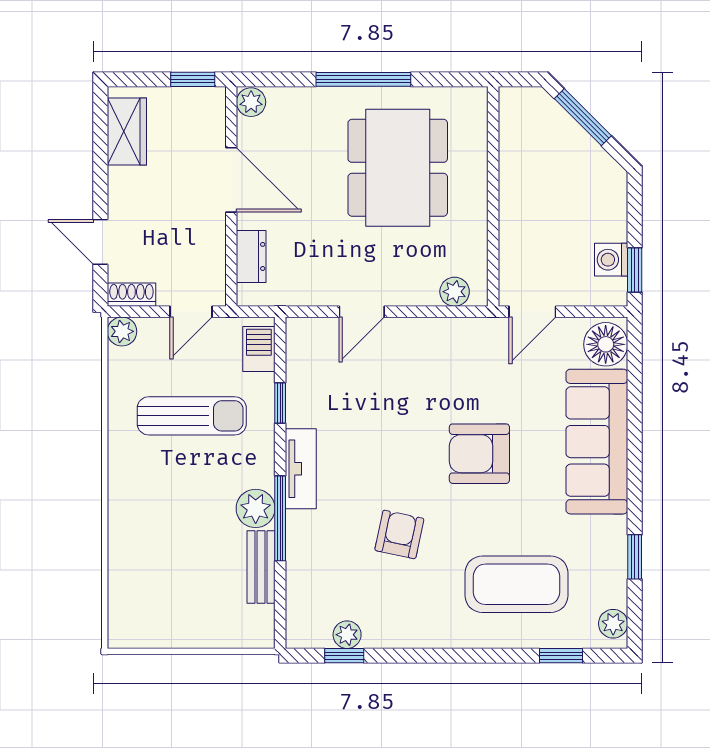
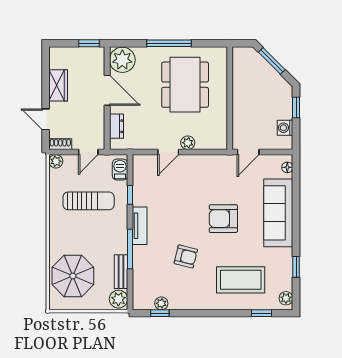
plant: (251, 102) -> (122, 60), width x1.88, depth x1.88
wardrobe: (127, 132) -> (58, 85), moved
window: (635, 270) -> (296, 107), moved
plant: (455, 292) -> (188, 143), moved
floor lamp: (606, 344) -> (287, 167), width x0.53, depth x0.53
plant: (256, 508) -> (118, 299), moved
armchair: (399, 534) -> (186, 256), turned 92
parasol: (158, 576) -> (73, 276), added

